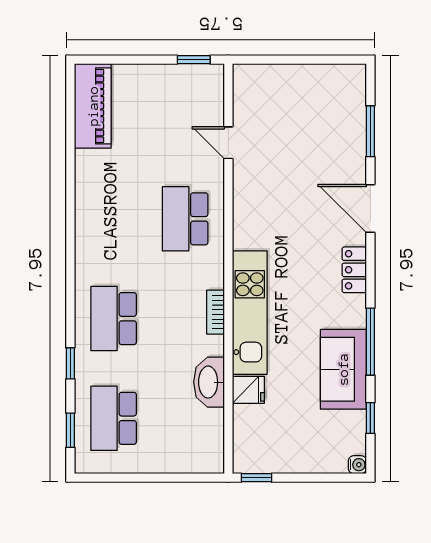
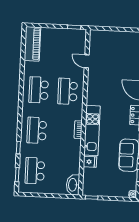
school desk: (114, 219) -> (39, 90), added
washbasin: (209, 382) -> (73, 185), moved

